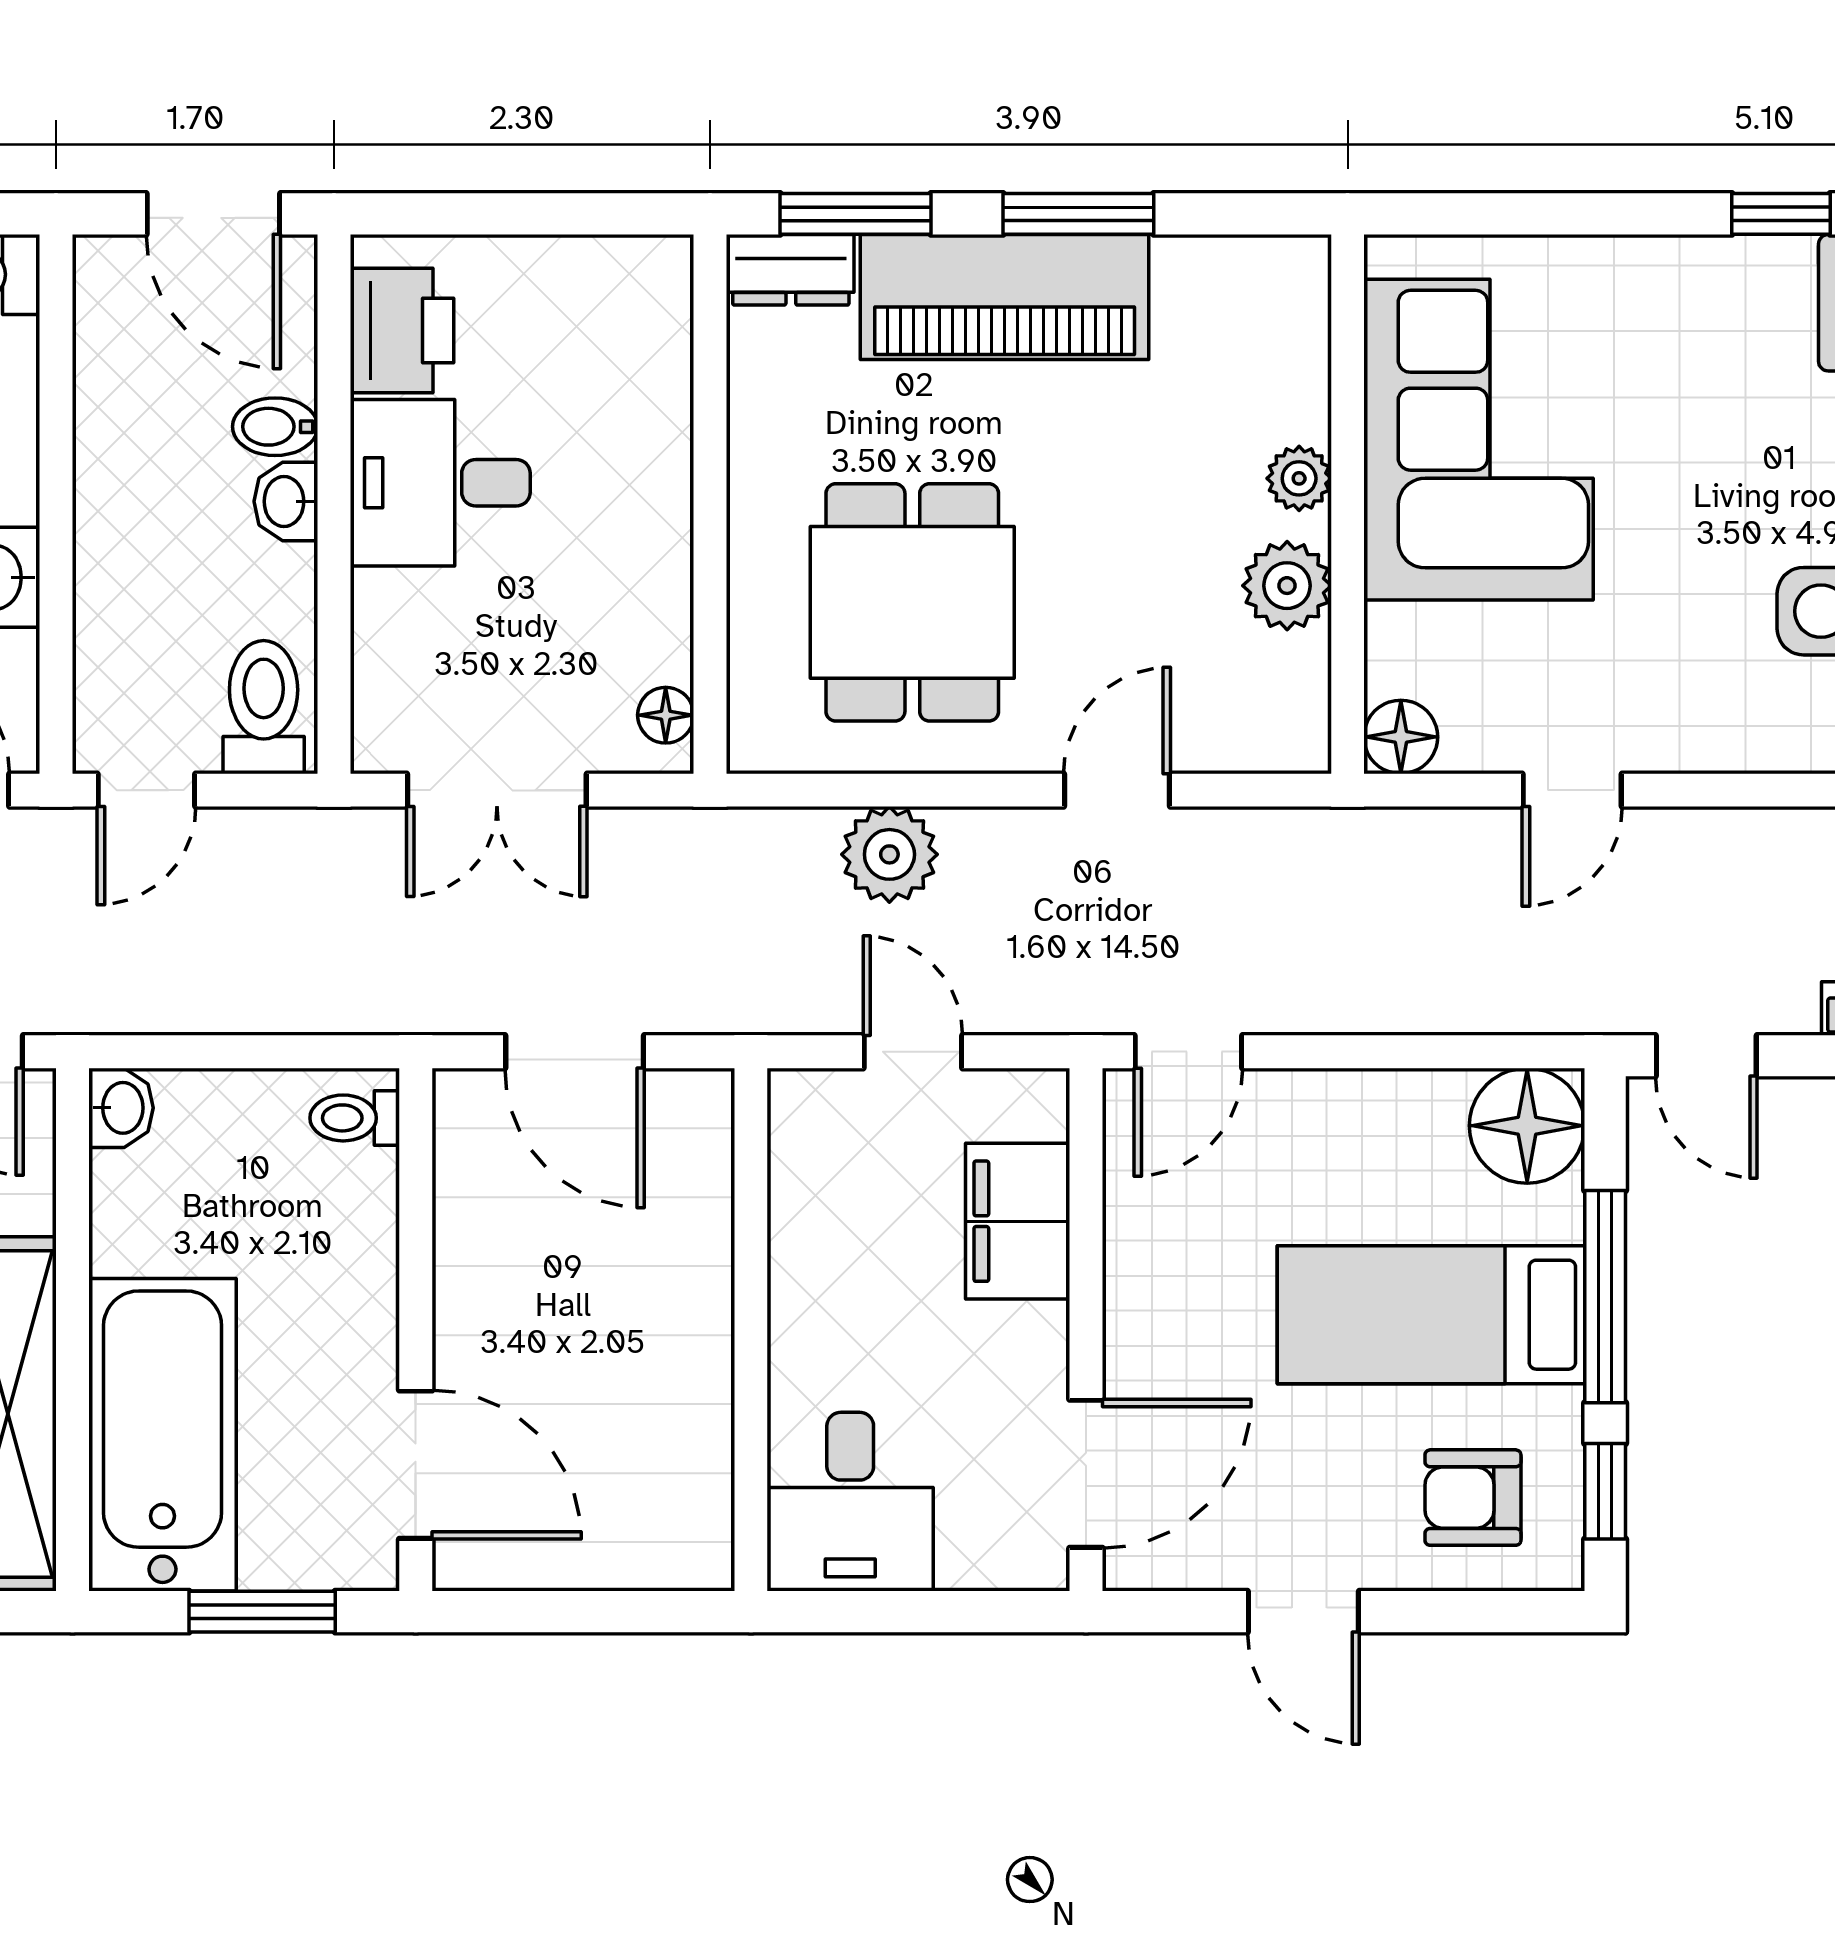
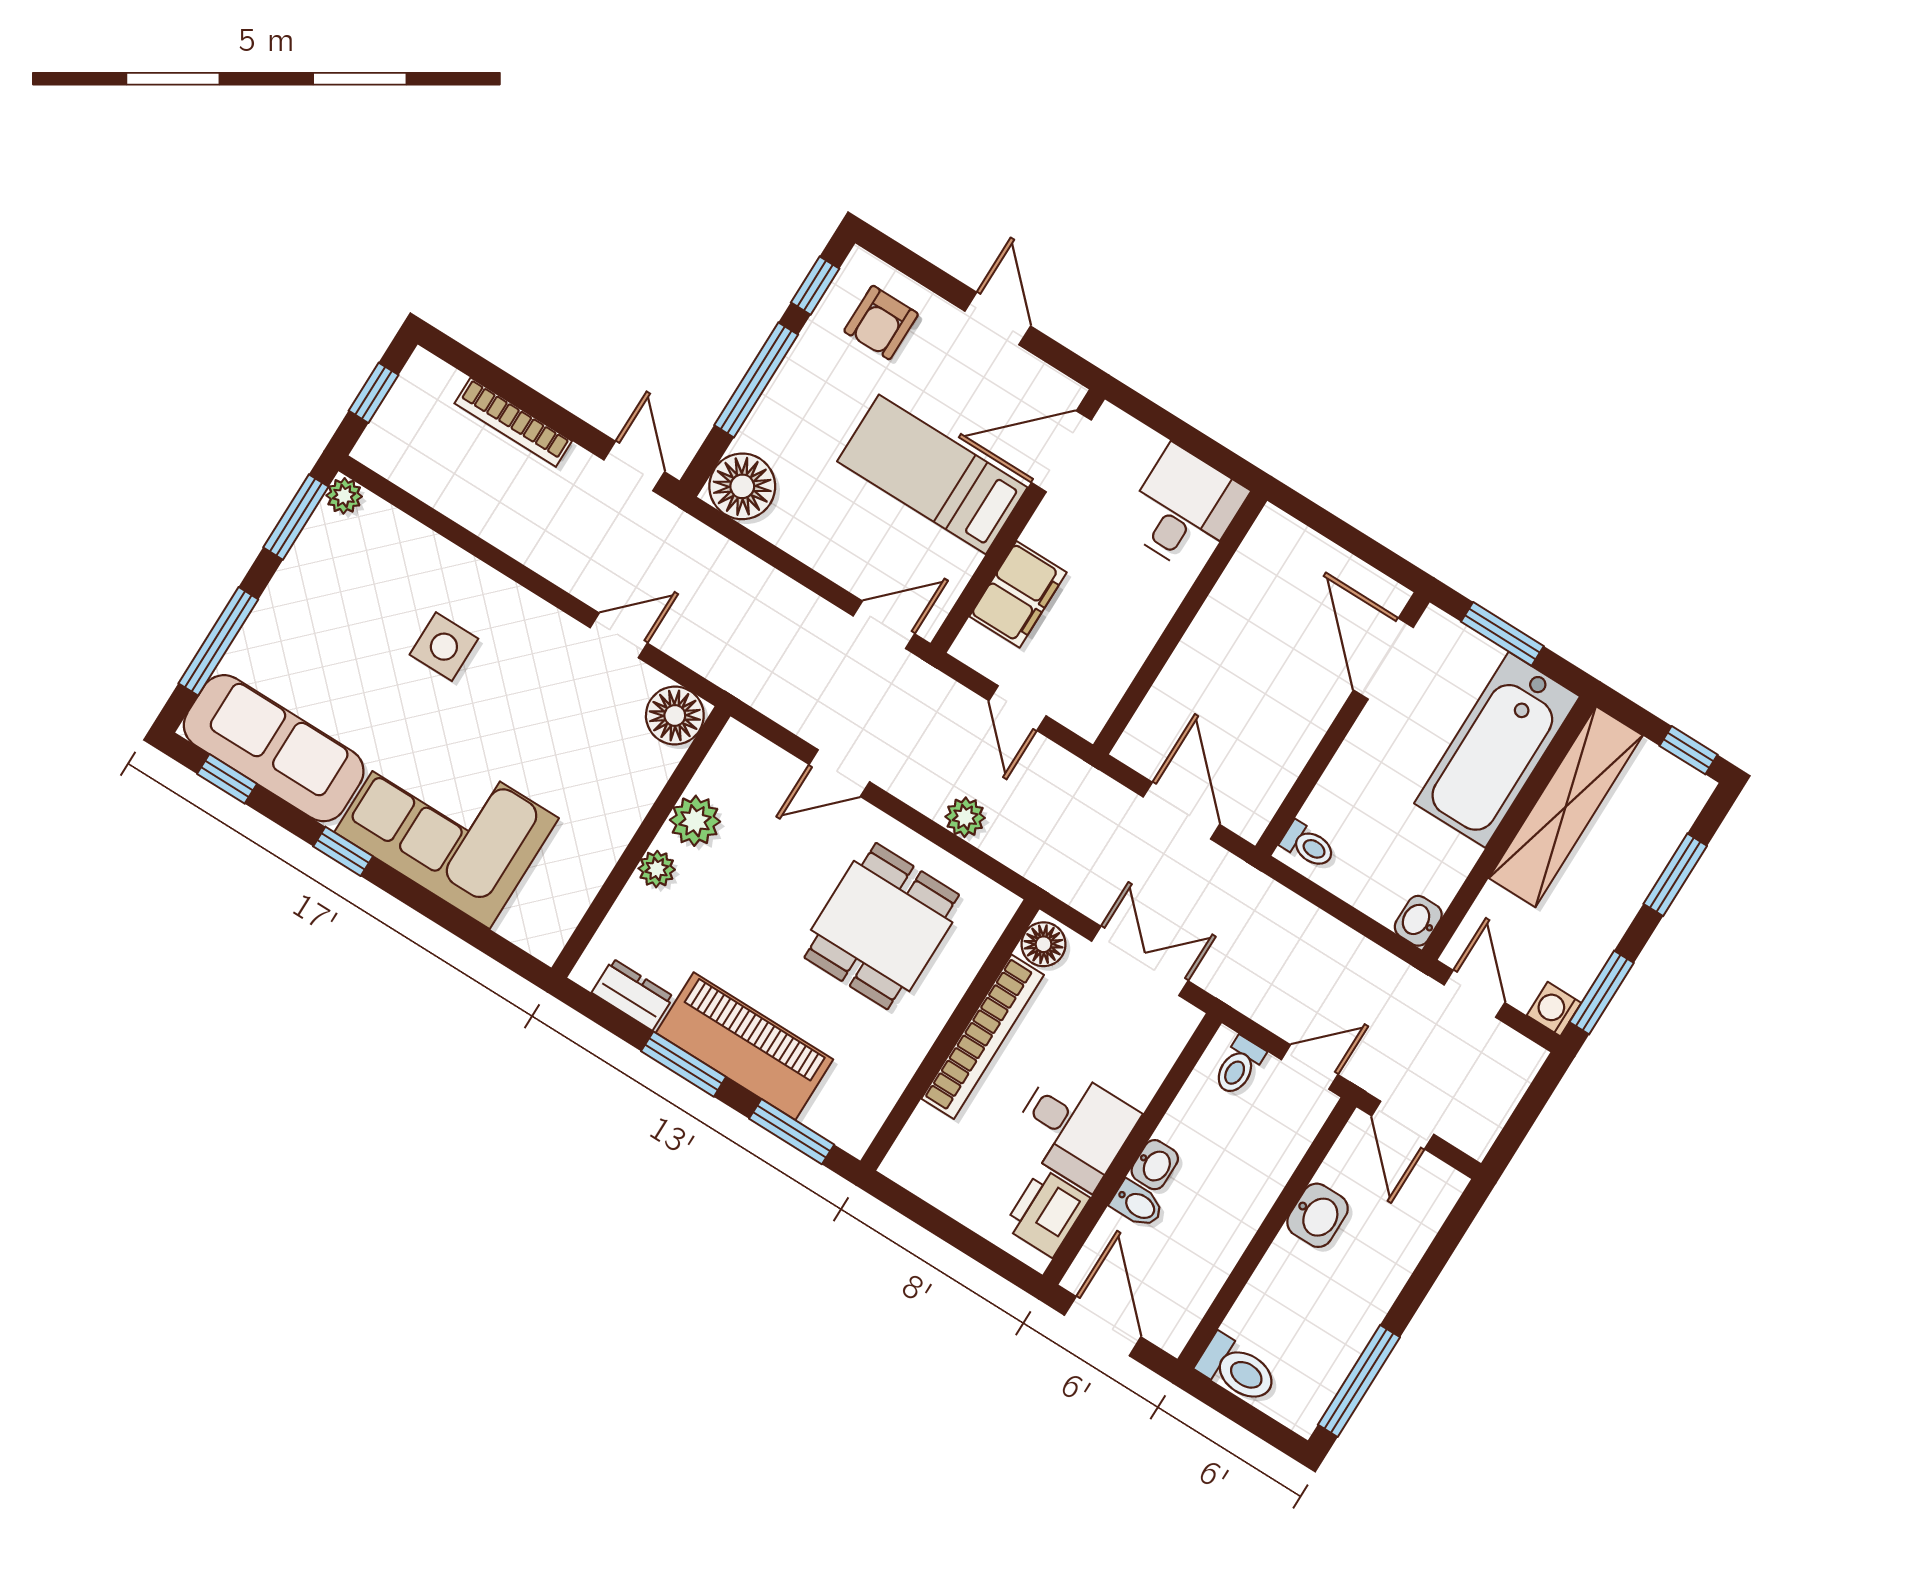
dresser: (791, 270) -> (633, 995), moved
corner sofa: (1478, 440) -> (447, 825), moved, turned 90
bookcase: (660, 532) -> (983, 1037), added
toilet: (264, 707) -> (1239, 1066), width x0.73, depth x0.72
floor lamp: (666, 715) -> (1044, 944), width x1.37, depth x1.37
floor lamp: (1401, 737) -> (675, 715), width x1.38, depth x1.38
plant: (889, 854) -> (965, 817), width x0.73, depth x0.73
bed: (1431, 1315) -> (932, 474), moved, turned 180
armchair: (1473, 1498) -> (881, 323), turned 90

